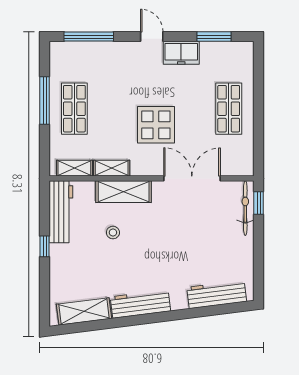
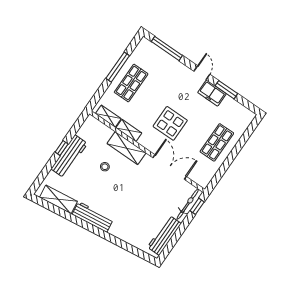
window: (214, 37) -> (226, 90), moved
workbench: (61, 212) -> (69, 156), moved
workbench: (217, 294) -> (164, 235), moved, turned -83

